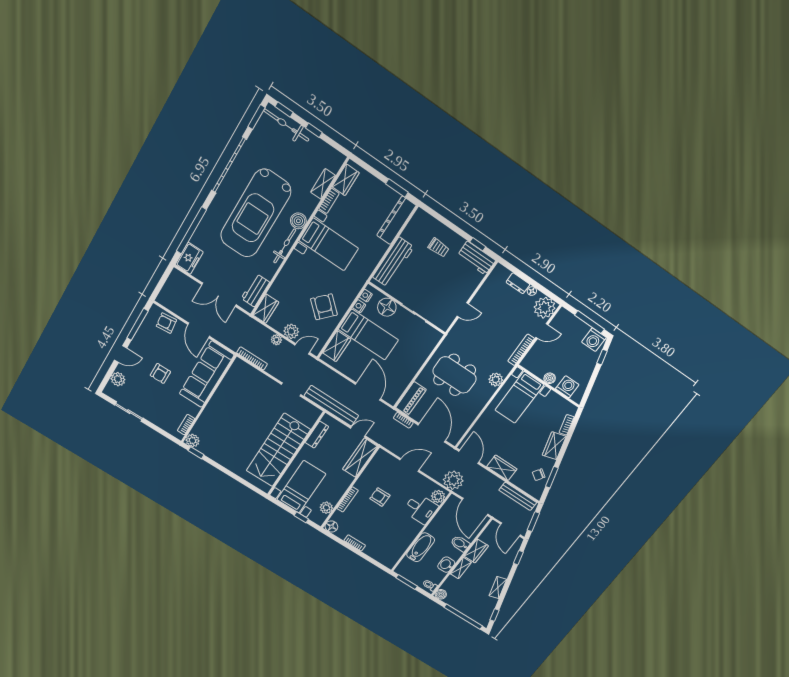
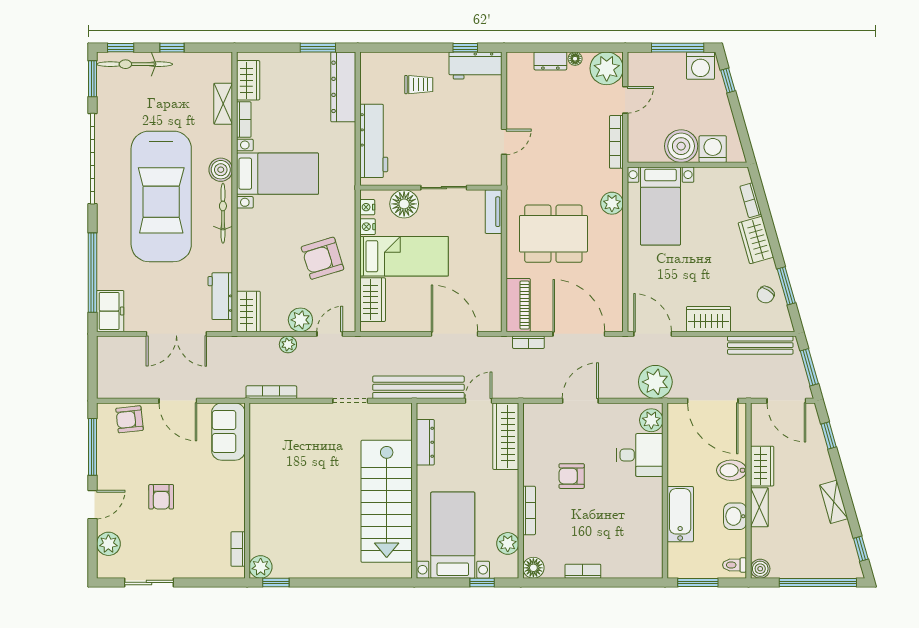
armchair: (324, 307) -> (322, 258), turned -60
tv unit: (431, 343) -> (494, 212), added
sofa: (207, 374) -> (228, 432), width x0.54, depth x0.79
boiler: (550, 378) -> (681, 146), width x1.86, depth x1.86

